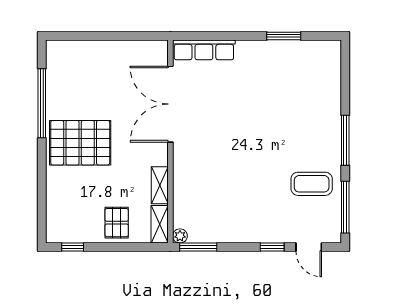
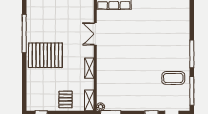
double door: (170, 104) -> (95, 34), width x0.54
shelving: (160, 185) -> (89, 68), moved

